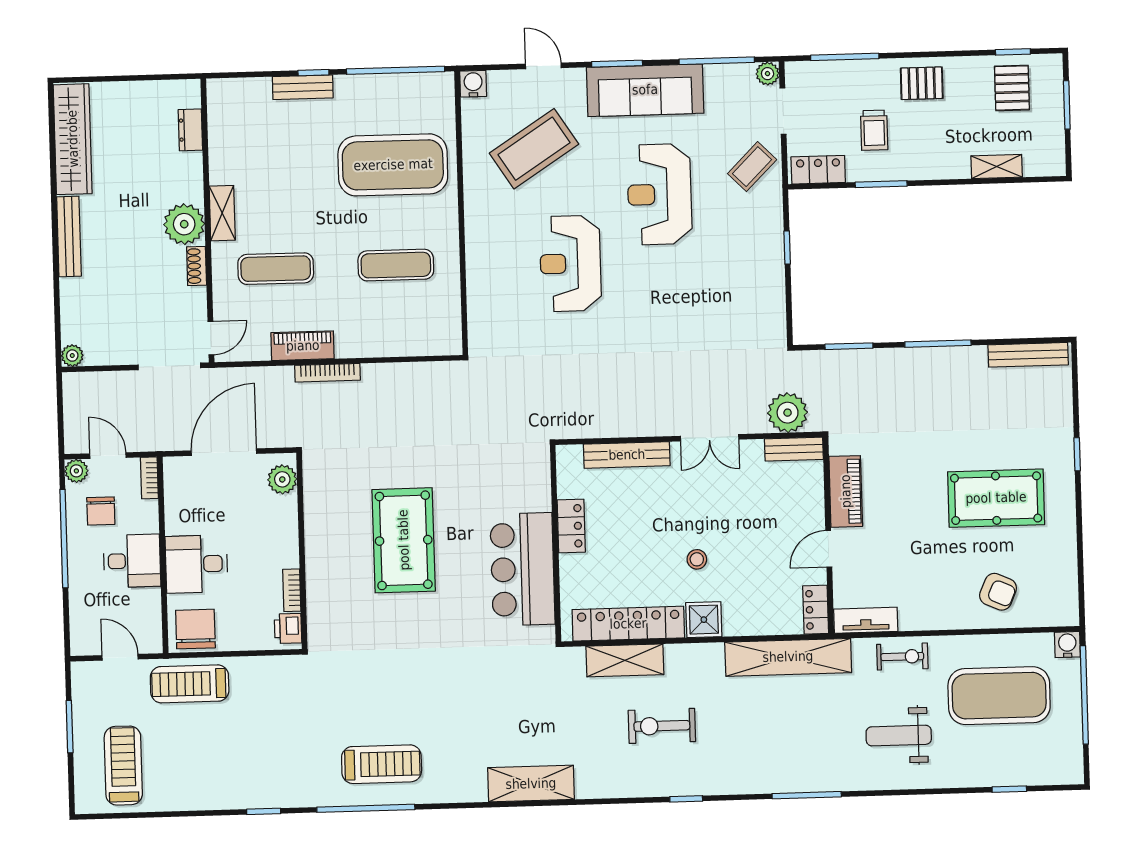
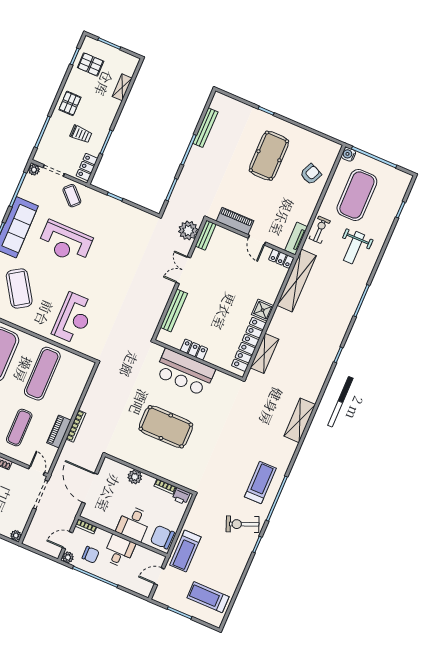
reception desk: (570, 263) -> (74, 318), moved, turned -90
exercise mat: (396, 265) -> (42, 374), width x1.36, depth x1.45
bench: (1028, 355) -> (205, 128), moved
double door: (710, 438) -> (183, 270), swing flipped
plant: (282, 479) -> (135, 477), moved
stool: (697, 559) -> (235, 301), removed
bar counter: (523, 569) -> (185, 372), moved
exercise bike: (662, 726) -> (243, 524), moved, turned 68

